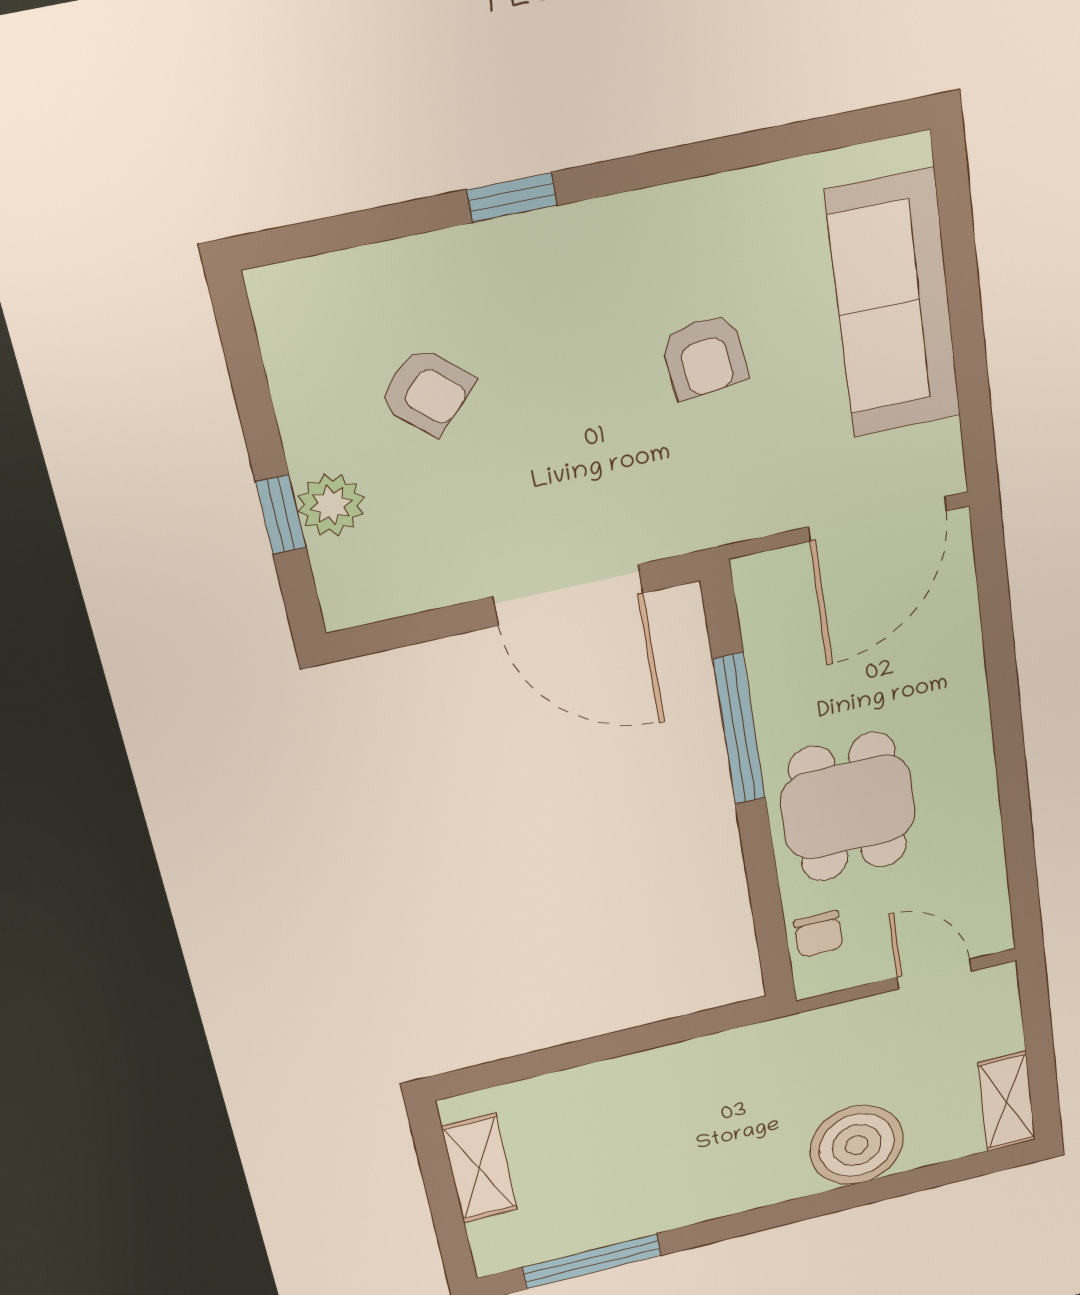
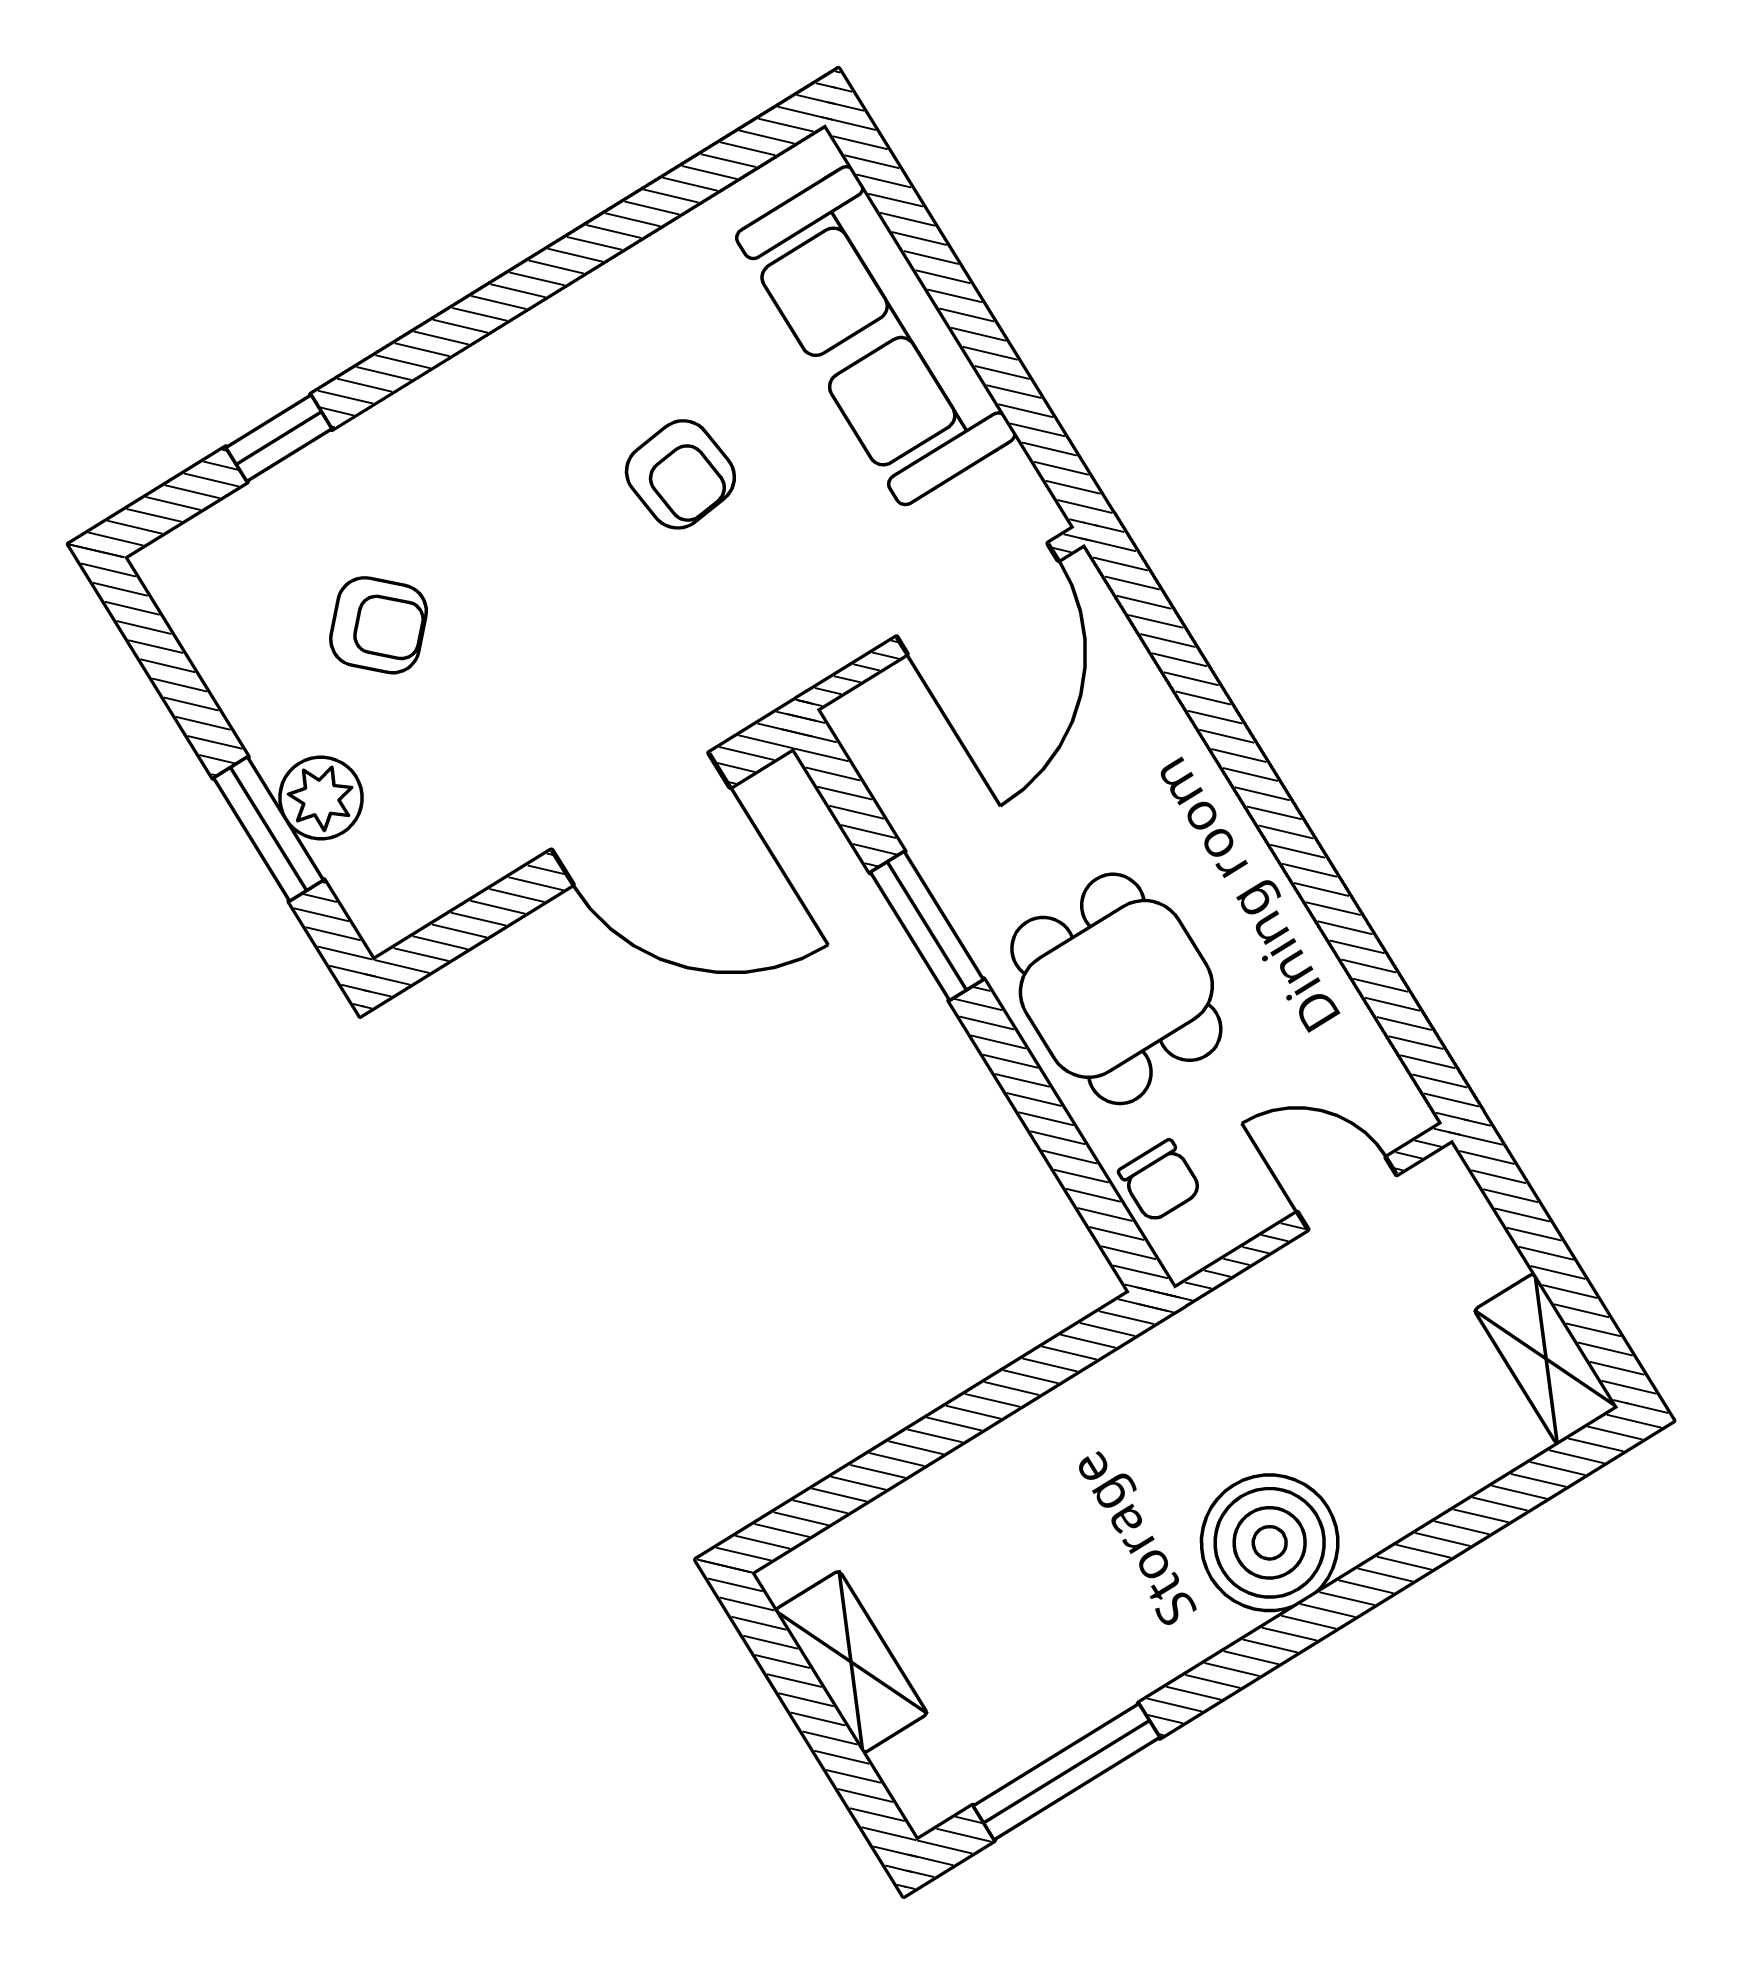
window: (512, 197) -> (279, 438), moved
window: (281, 515) -> (269, 829), width x1.50
window: (739, 729) -> (927, 926), width x0.69
boiler: (857, 1145) -> (1270, 1543), moved

